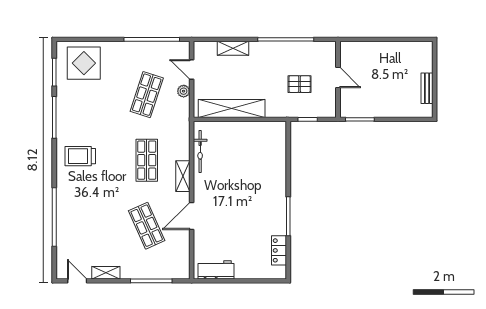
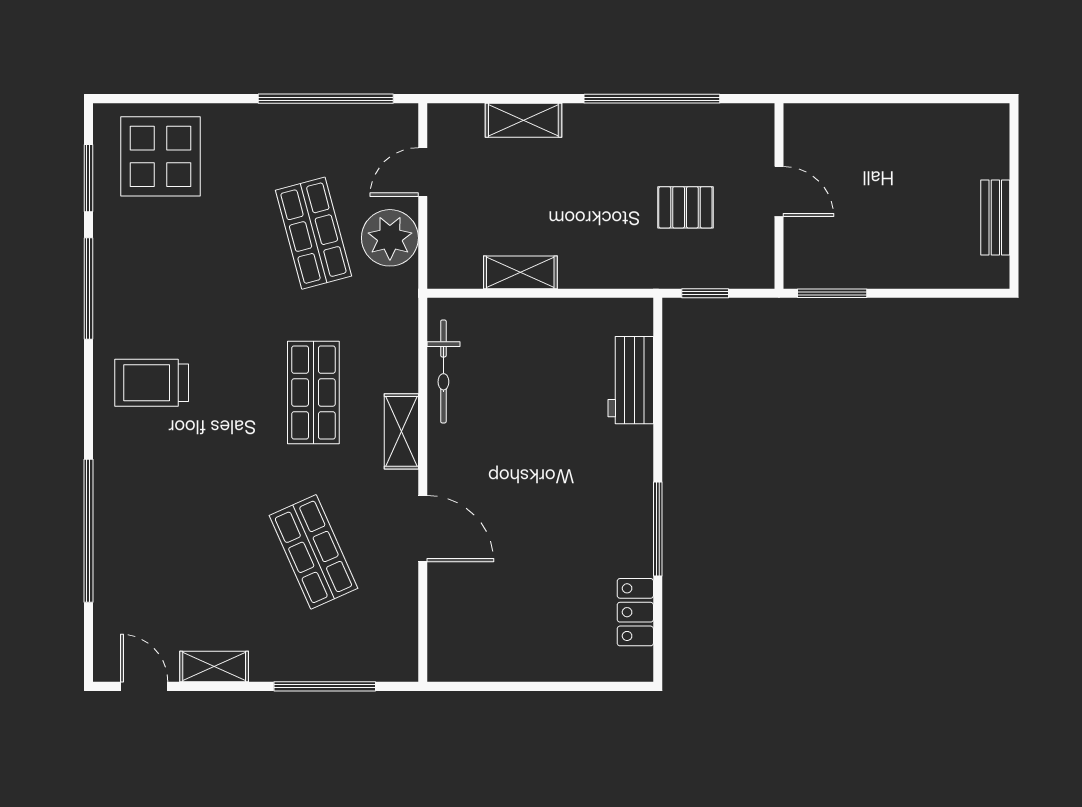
door: (192, 70) -> (423, 172), hinge flipped
plant: (184, 91) -> (390, 238), width x1.88, depth x1.88
shop shelf: (147, 95) -> (313, 233), turned -33
shelving: (232, 108) -> (520, 272), width x0.45, depth x0.75
door: (192, 216) -> (423, 529), swing flipped
workbench: (216, 270) -> (631, 380), moved, turned -90

